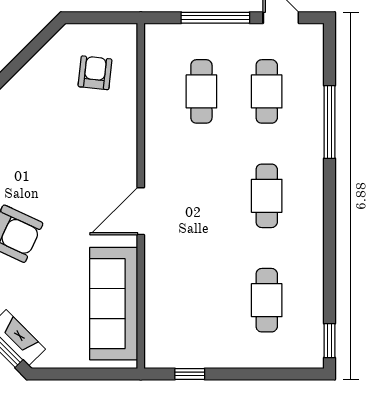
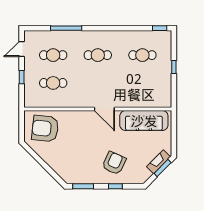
window: (215, 18) -> (22, 77), width x0.46
armchair: (95, 73) -> (45, 129), width x1.88, depth x1.88
window: (190, 374) -> (174, 67), moved

